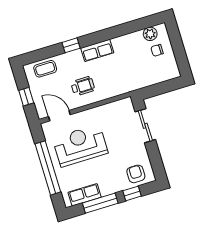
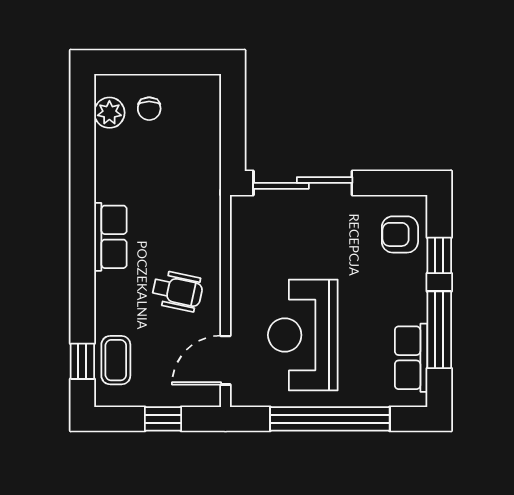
window: (71, 45) -> (82, 361), moved
wheelchair: (83, 86) -> (177, 291), turned 102
sliding door: (145, 126) -> (303, 183), width x1.37

